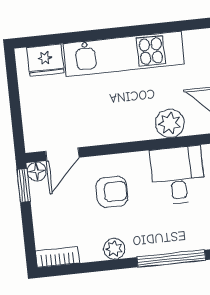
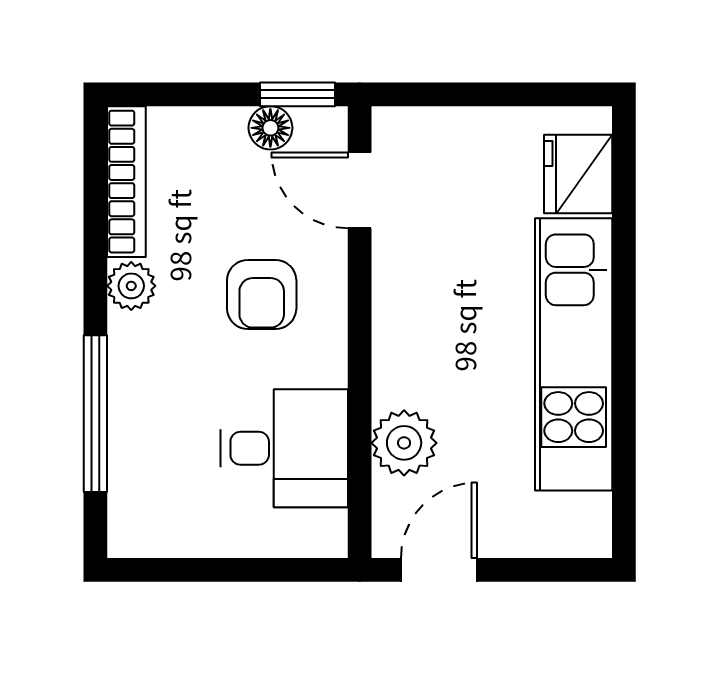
floor lamp: (37, 172) -> (270, 128), moved
bookcase: (57, 257) -> (126, 182), width x1.56

